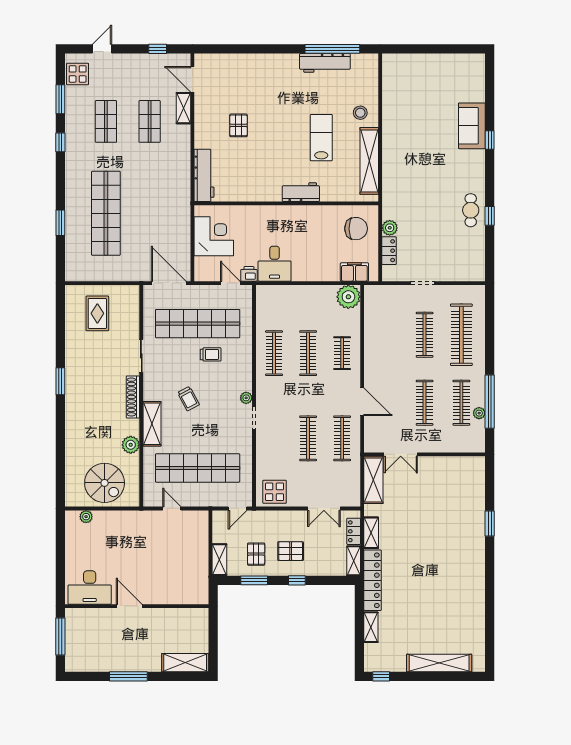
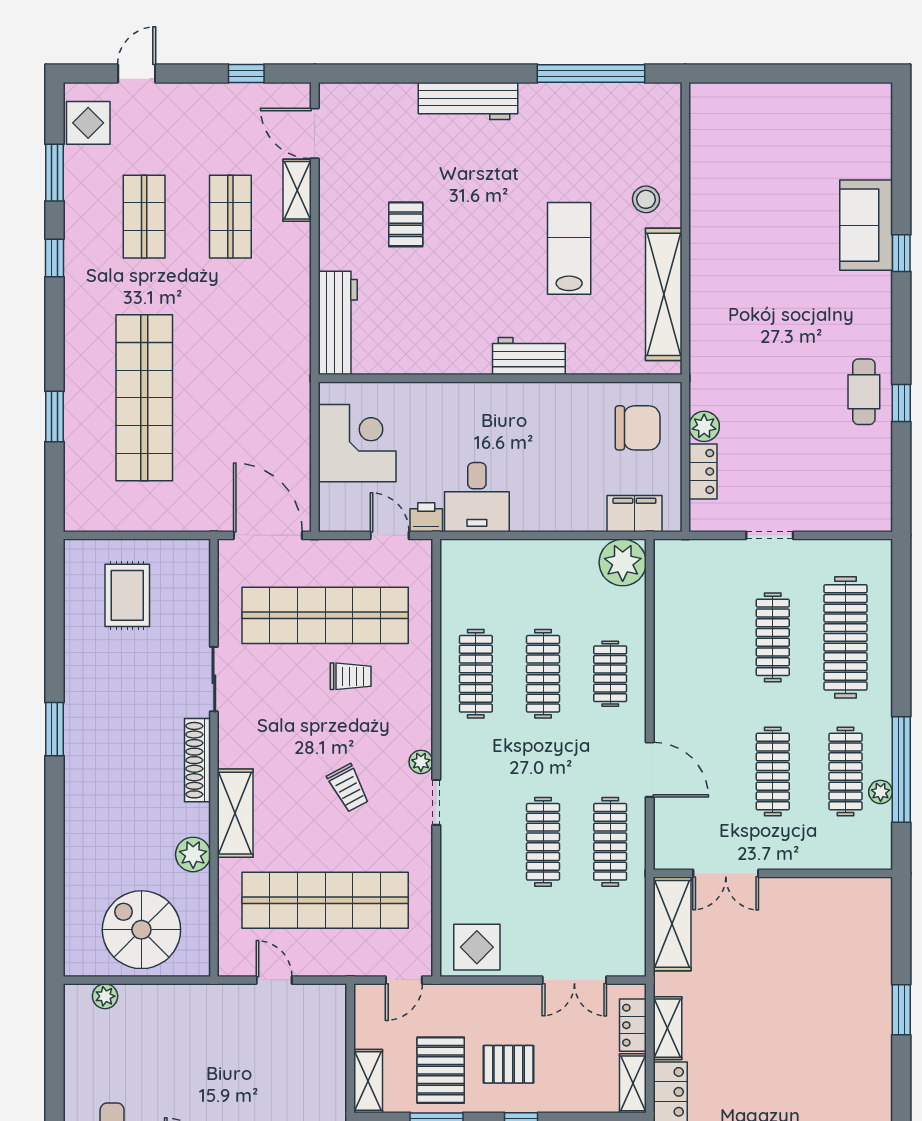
workbench: (325, 63) -> (468, 101), moved
trolley: (188, 399) -> (348, 788), moved
spiral stairs: (105, 483) -> (141, 930), turned 180
pallet: (256, 554) -> (441, 1070), width x1.50, depth x1.42

